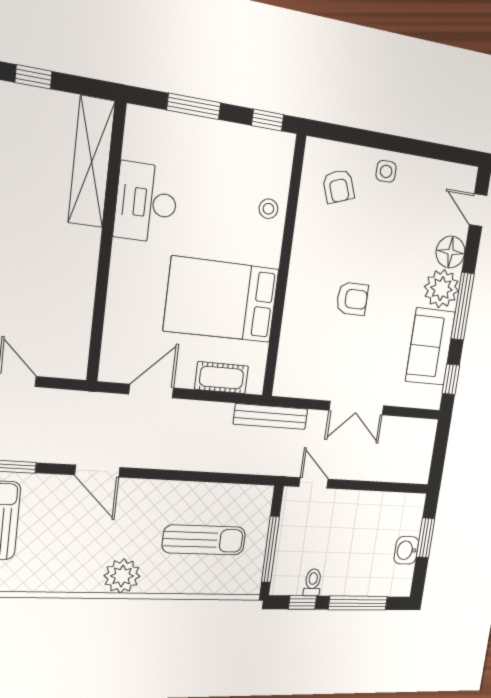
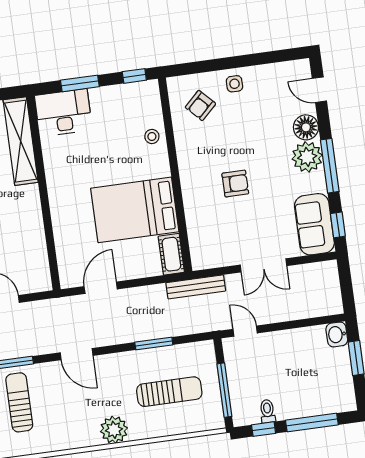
armchair: (339, 186) -> (200, 105), turned 66
desk: (146, 203) -> (63, 113), moved, turned 90
sofa: (430, 347) -> (314, 224), moved
cot: (222, 378) -> (171, 254), moved, turned 90
window: (201, 477) -> (154, 344), added
washbasin: (406, 550) -> (337, 334), moved

